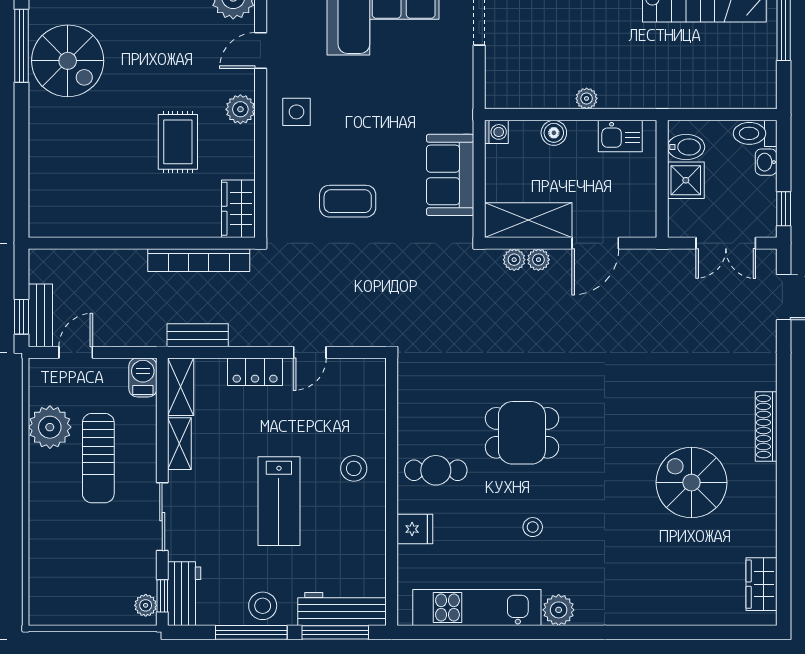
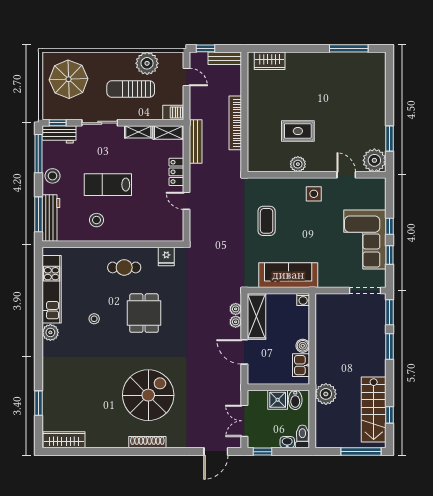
spiral stairs: (68, 61) -> (341, 73), removed
plant: (587, 98) -> (326, 394), moved, width x1.87, depth x1.87
plant: (240, 109) -> (298, 164), moved
boiler: (554, 133) -> (303, 346), moved
sofa: (450, 175) -> (288, 275), width x1.36
wardrobe: (238, 209) -> (270, 61), moved, turned 180
bookcase: (199, 260) -> (235, 123), moved
bench: (40, 315) -> (225, 58), moved
bench: (198, 335) -> (196, 142), width x1.36
stool: (354, 468) -> (97, 220), moved
cafe table: (436, 470) -> (124, 267), turned 90
spiral stairs: (691, 483) -> (148, 395), moved, width x1.37, depth x1.37
fridge: (415, 529) -> (166, 256), moved
parasol: (80, 575) -> (69, 79), added
wardrobe: (762, 584) -> (64, 440), width x1.50
plant: (146, 605) -> (53, 114), removed
window: (251, 632) -> (38, 154), moved
window: (692, 632) -> (38, 403), added

